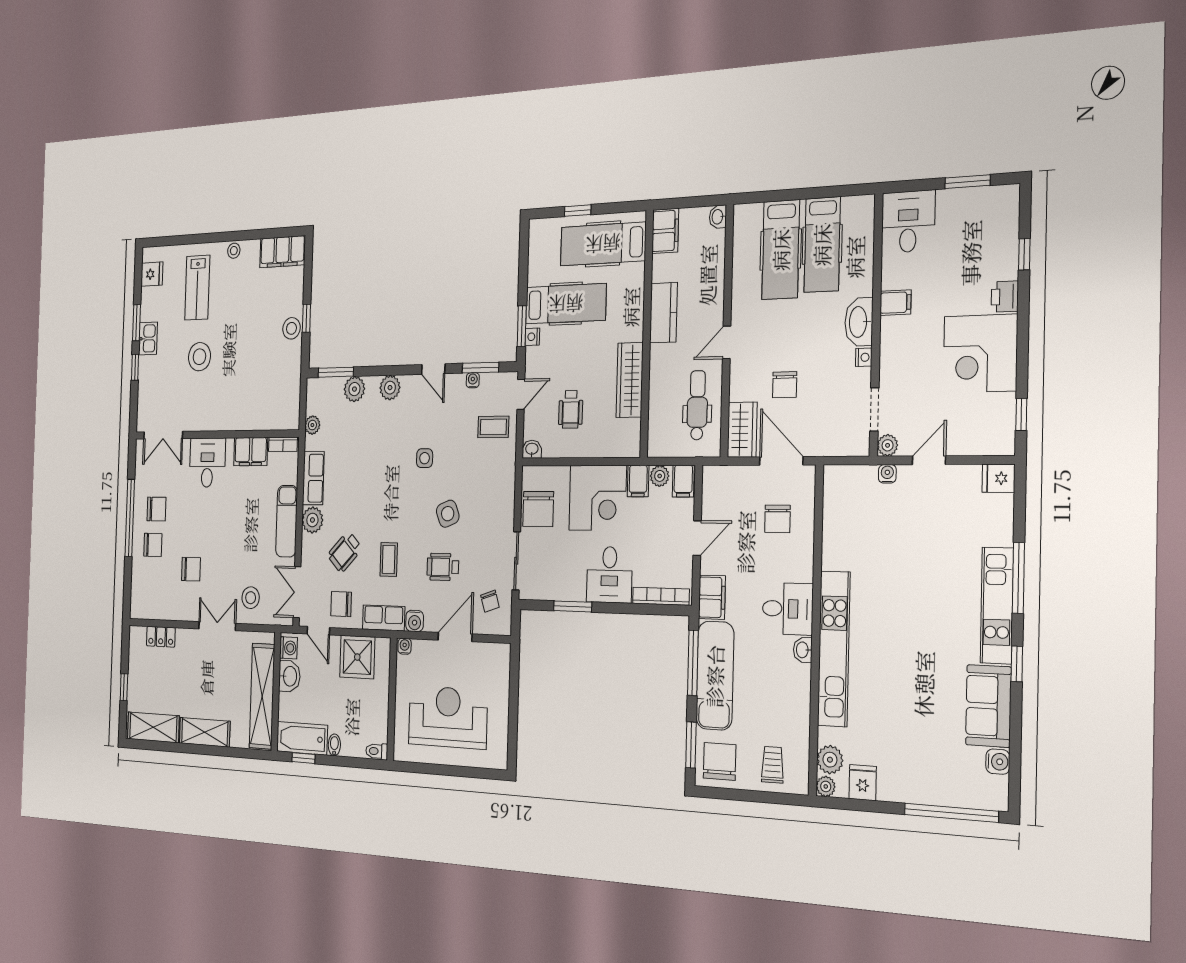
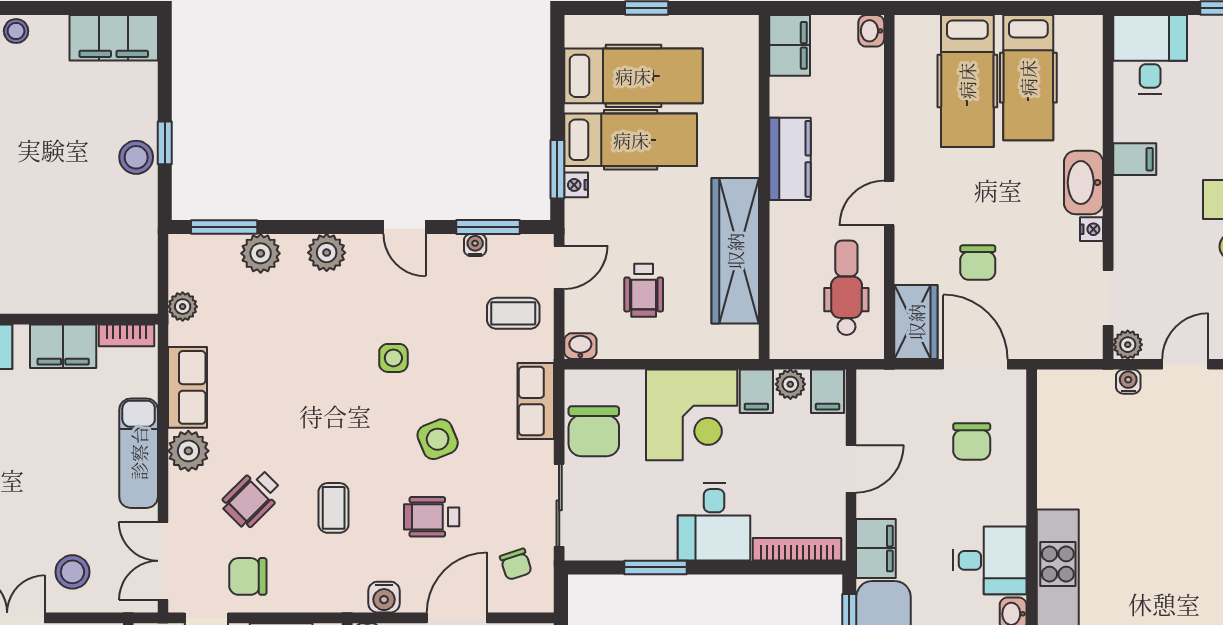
hospital bed: (603, 244) -> (633, 76), moved, turned 180
wardrobe: (630, 380) -> (735, 251), width x1.40, depth x1.17
row of seats: (384, 618) -> (536, 401), moved, turned -90

